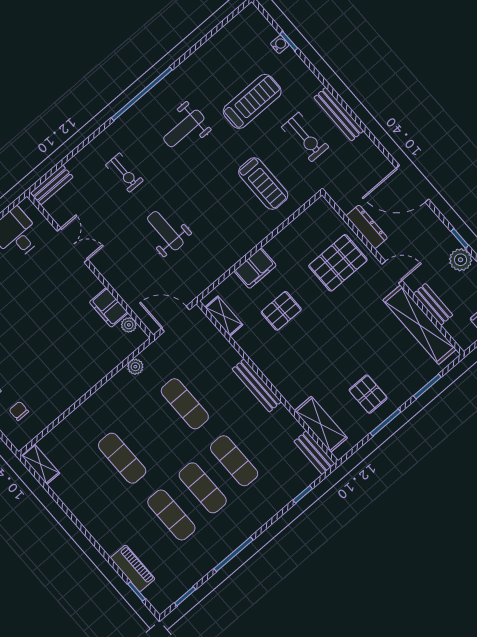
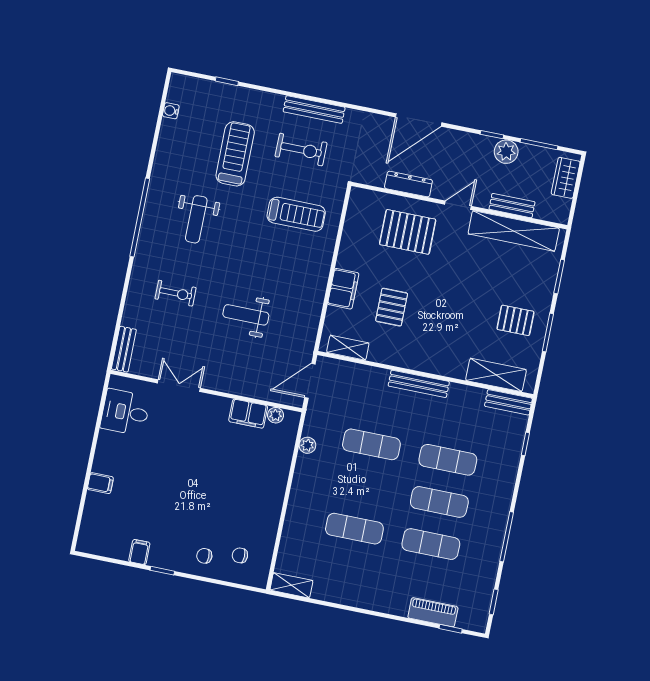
water cooler: (280, 44) -> (171, 111), moved, turned -90
pallet: (338, 263) -> (408, 232), turned 90

